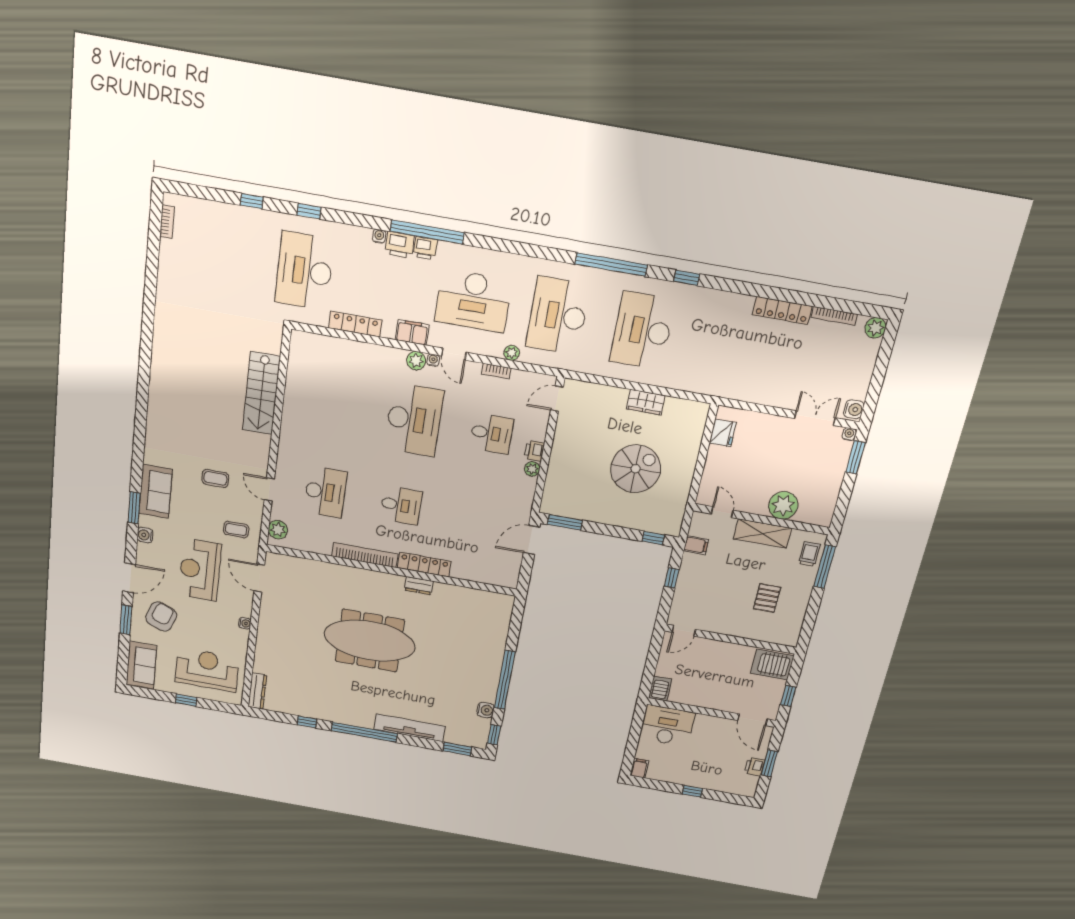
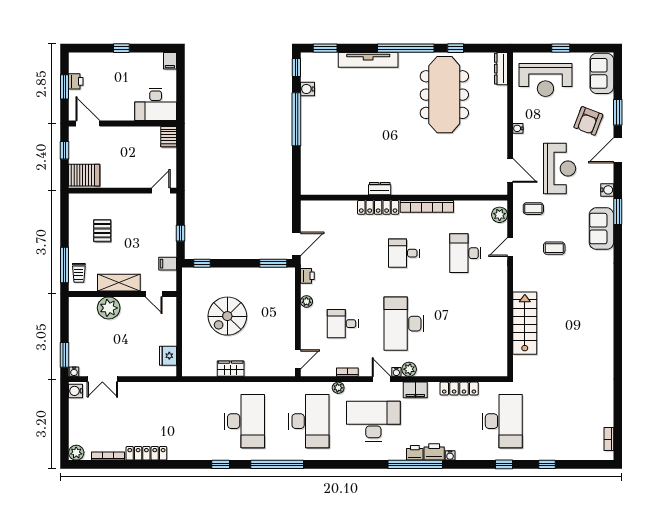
printer: (534, 451) -> (307, 276), moved
door: (269, 489) -> (510, 247), swing flipped
meeting table: (370, 641) -> (444, 95), moved, turned 90

